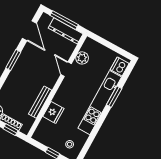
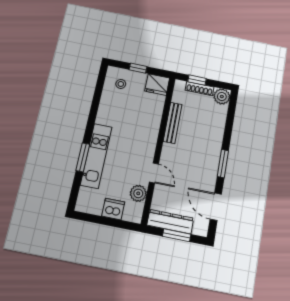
window: (64, 20) -> (177, 235), width x0.69
dishwasher: (120, 66) -> (113, 209), moved, turned -90
kitchen unit: (100, 103) -> (96, 156), width x0.73
fridge: (53, 112) -> (157, 85), moved, turned -90

